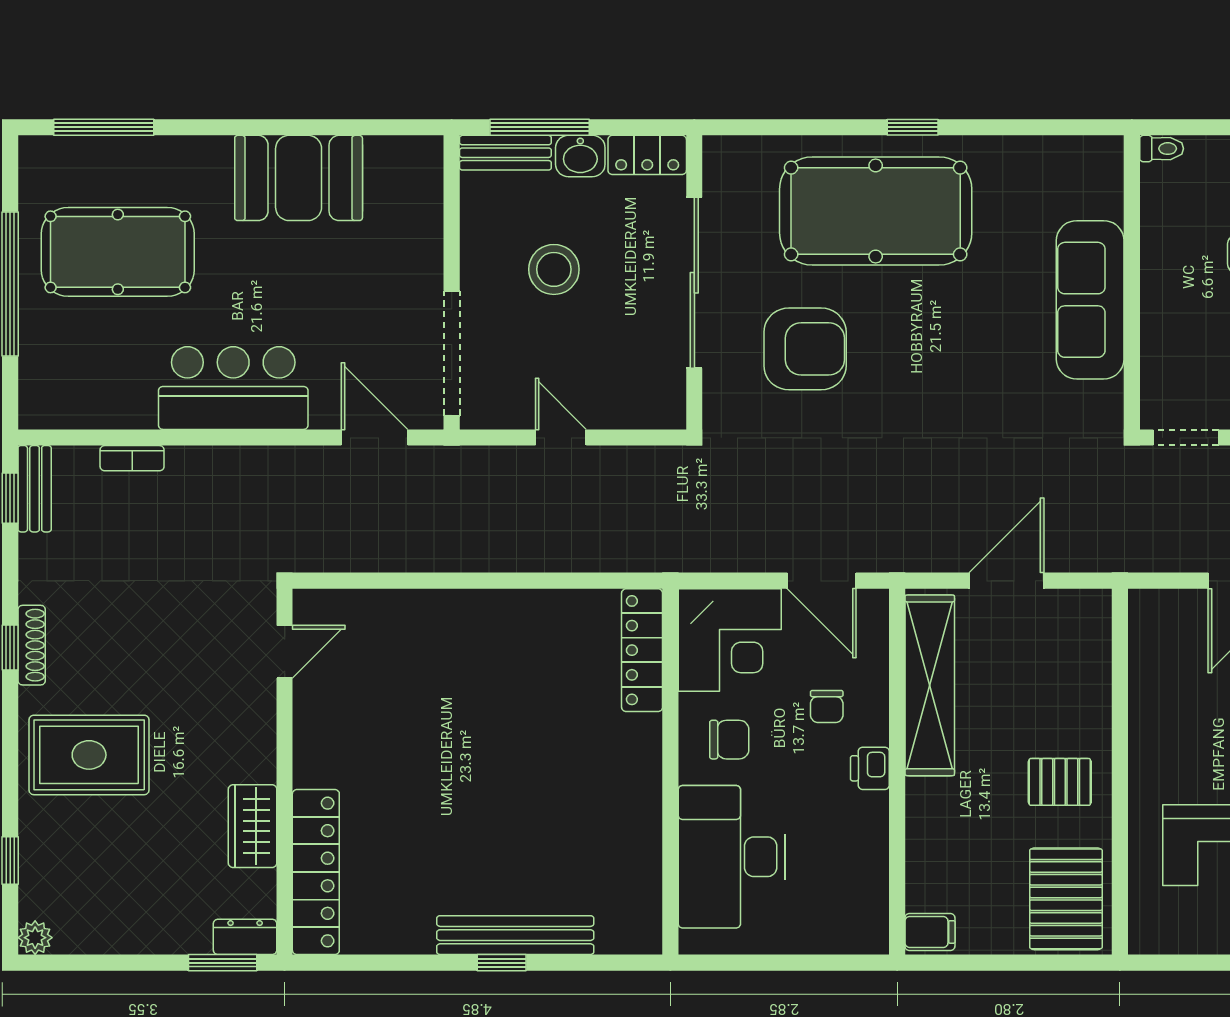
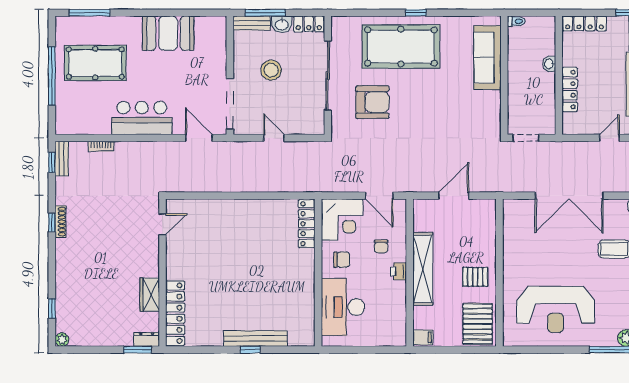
sofa: (1090, 300) -> (487, 58), moved
shelving: (930, 685) -> (423, 269), moved
rug: (89, 755) -> (84, 266), removed

